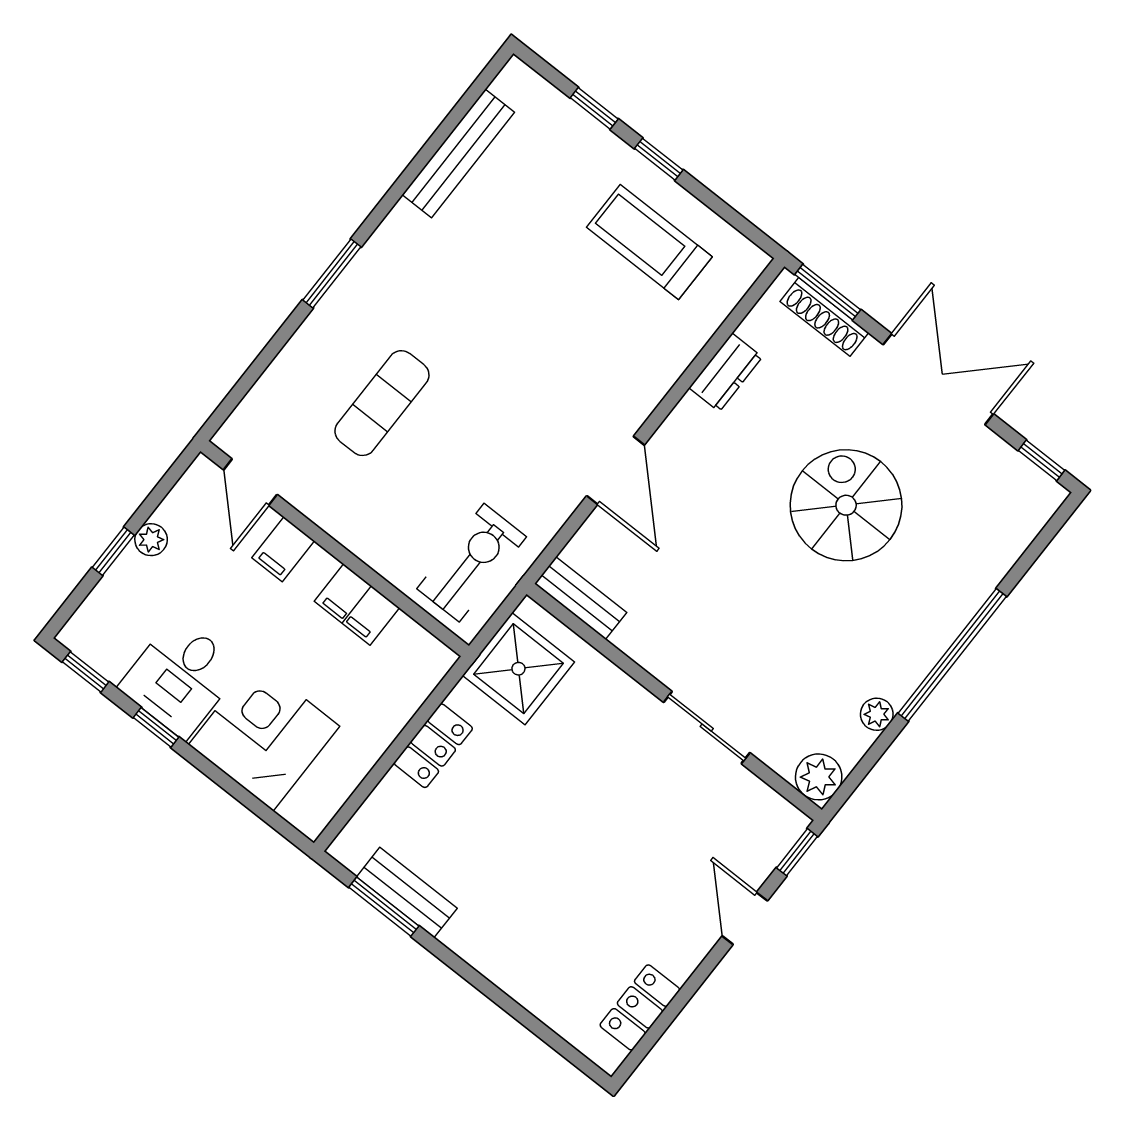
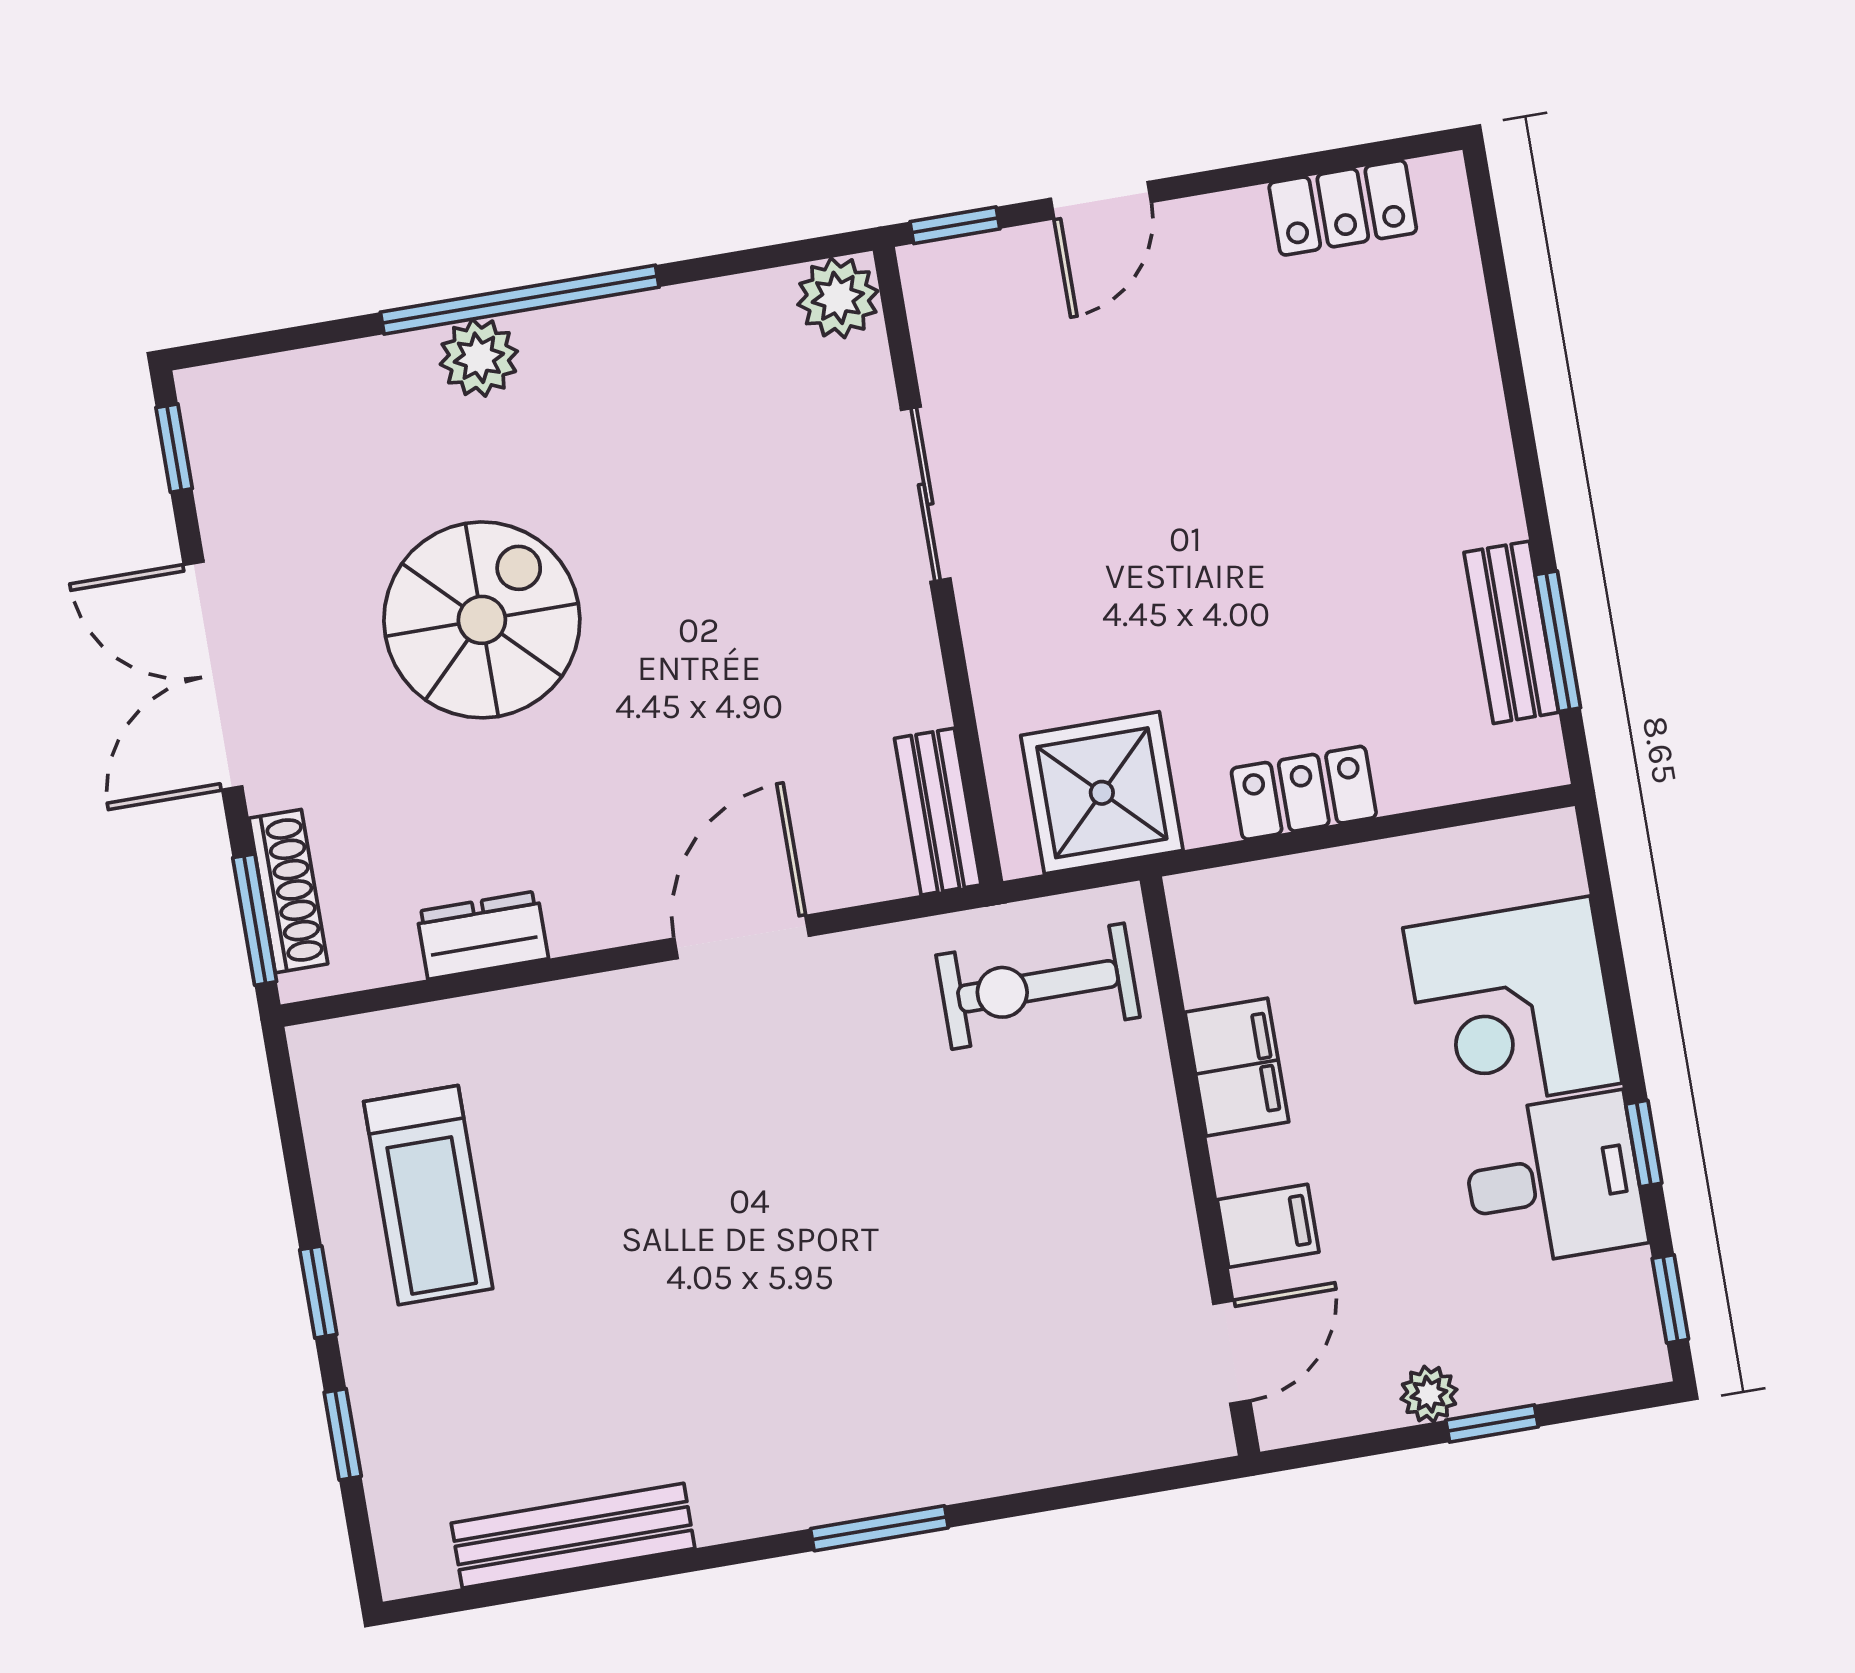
exercise mat: (382, 403) -> (967, 1300), removed
spiral stairs: (846, 505) -> (482, 620), turned 180
plant: (877, 714) -> (479, 358), moved, width x1.38, depth x1.38

